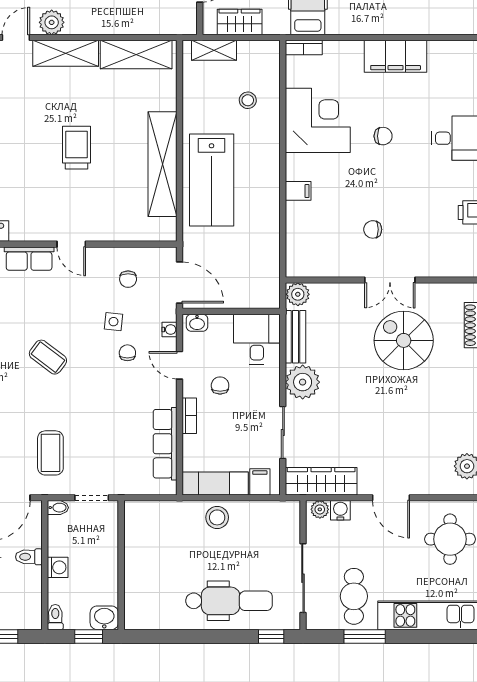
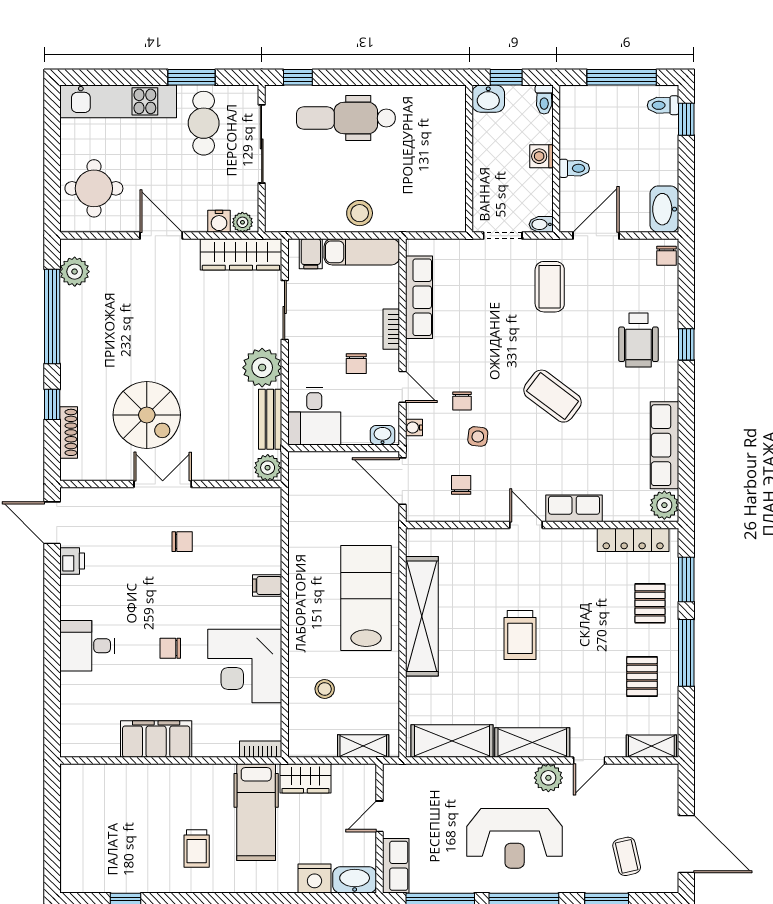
wardrobe: (240, 22) -> (305, 778), moved
coffee table: (48, 357) -> (553, 396), width x1.36, depth x1.30

